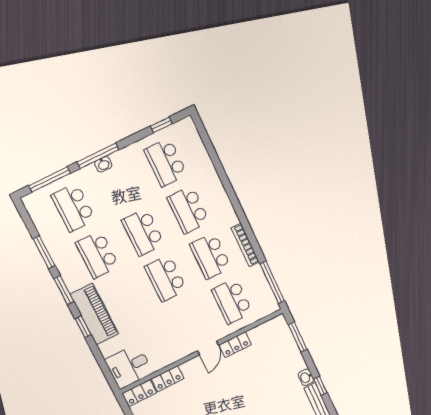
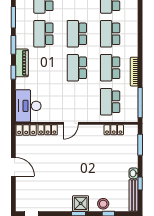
piano: (94, 314) -> (22, 63), width x0.73, depth x0.75
locker: (235, 345) -> (114, 130), moved
door: (208, 348) -> (71, 123), moved
desk: (129, 366) -> (28, 106), width x1.37

